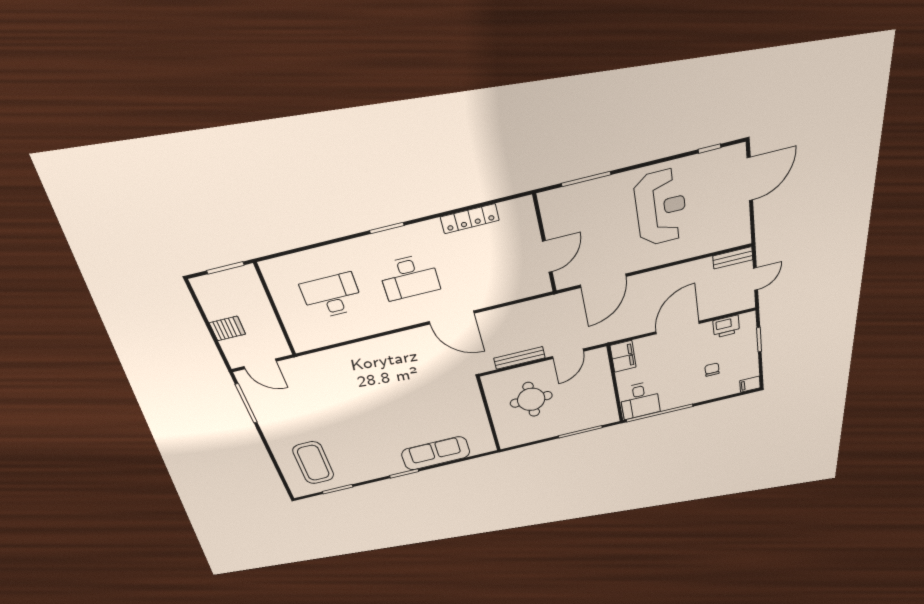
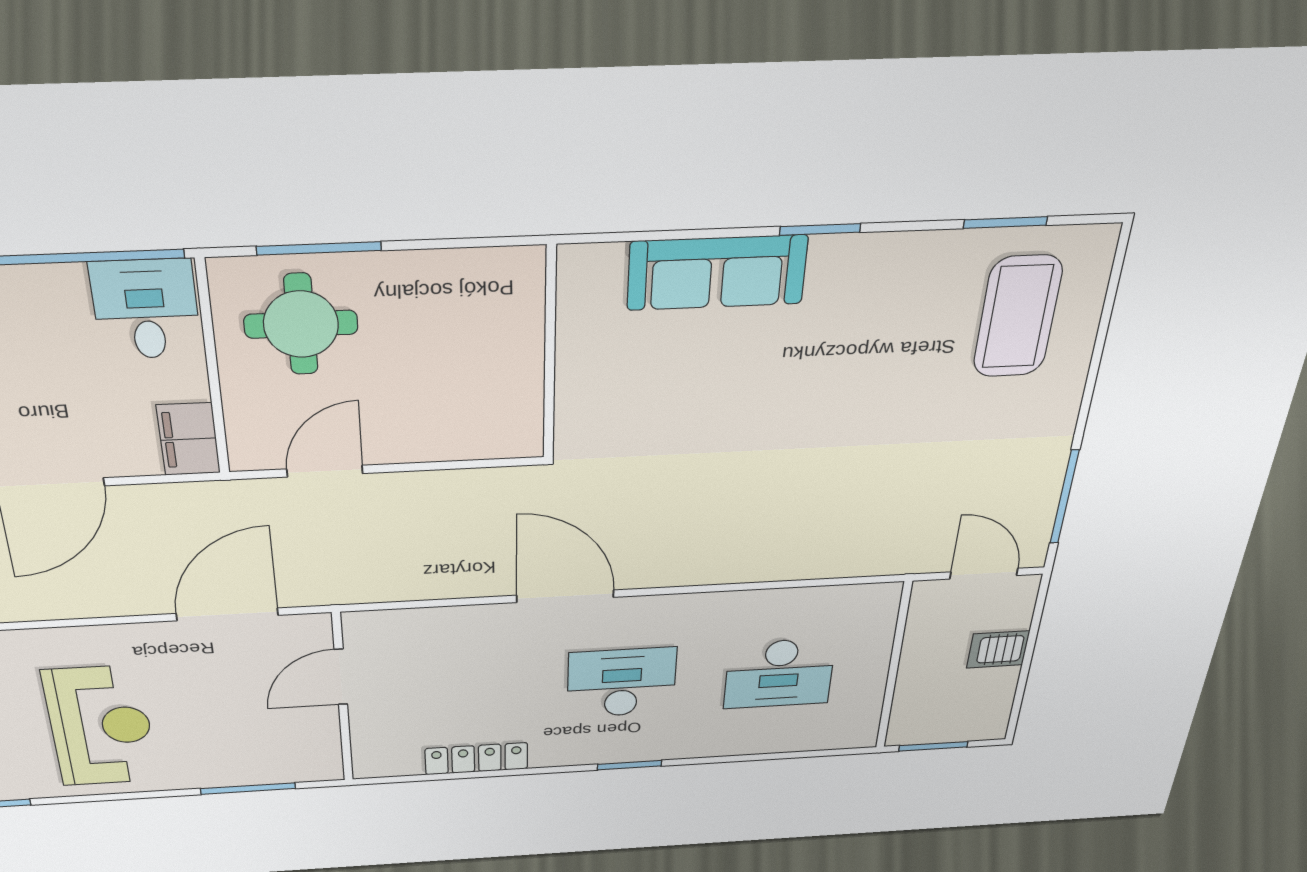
reception desk: (661, 208) -> (101, 726), turned 180
bench: (519, 358) -> (441, 483), removed
round table: (531, 399) -> (301, 324), moved

